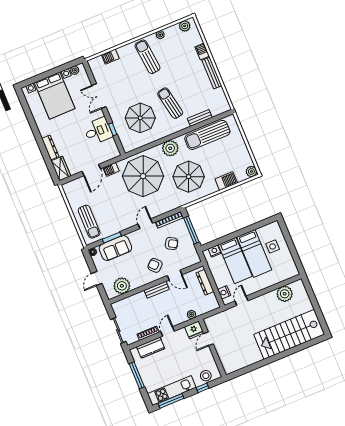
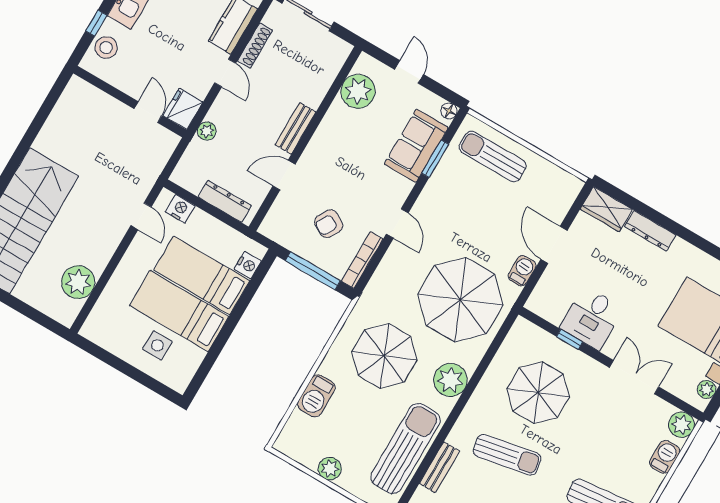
plant: (95, 64) -> (681, 425), added
plant: (251, 172) -> (330, 469), moved
armchair: (155, 265) -> (329, 167), removed

